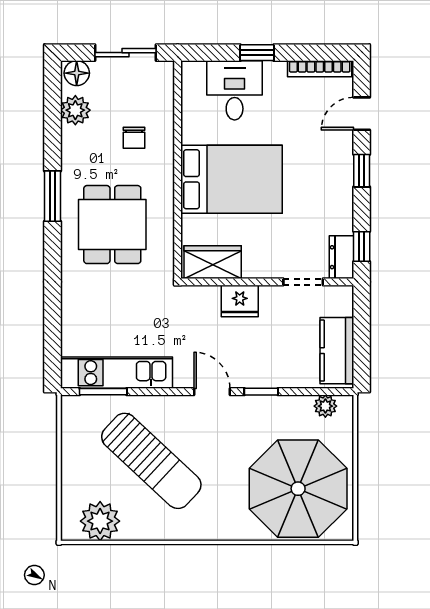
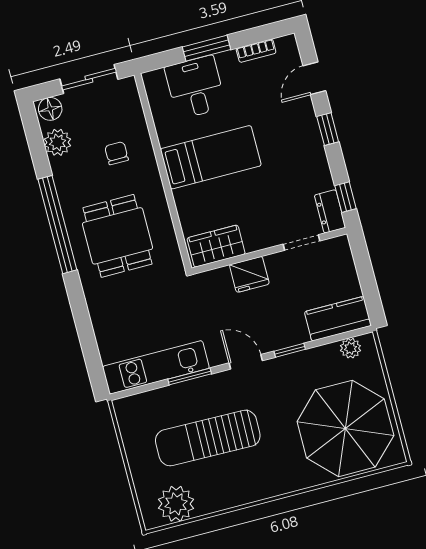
window: (257, 53) -> (207, 48), width x1.50
bookcase: (320, 69) -> (256, 51), width x0.64
chair: (134, 138) -> (117, 153), turned 180
bed: (232, 179) -> (211, 157), width x0.67
window: (53, 196) -> (57, 225), width x2.11
kitchen counter: (337, 351) -> (338, 319), moved, turned 90
window: (103, 392) -> (190, 377), moved
sun lounger: (151, 461) -> (208, 438), turned 138

